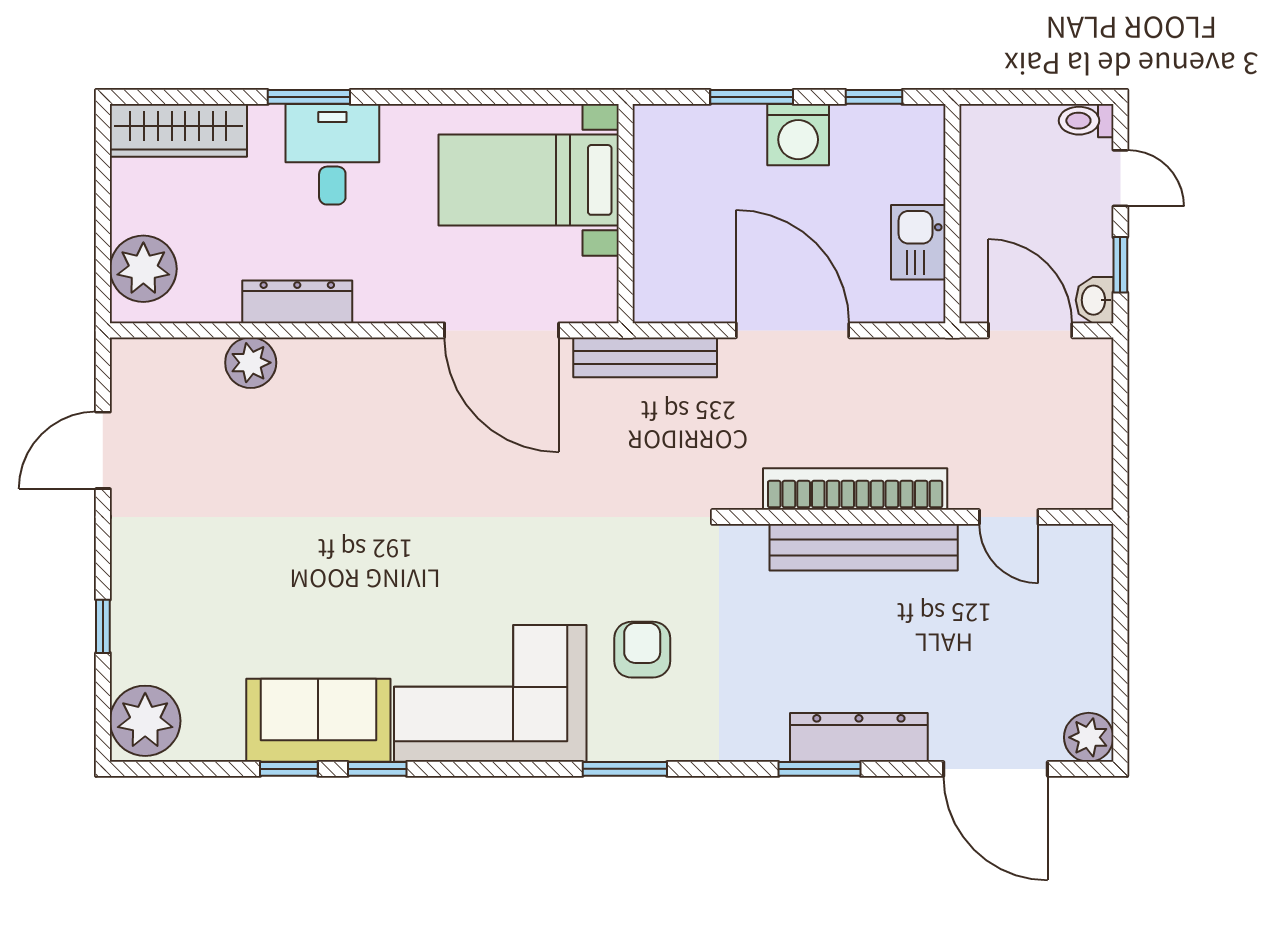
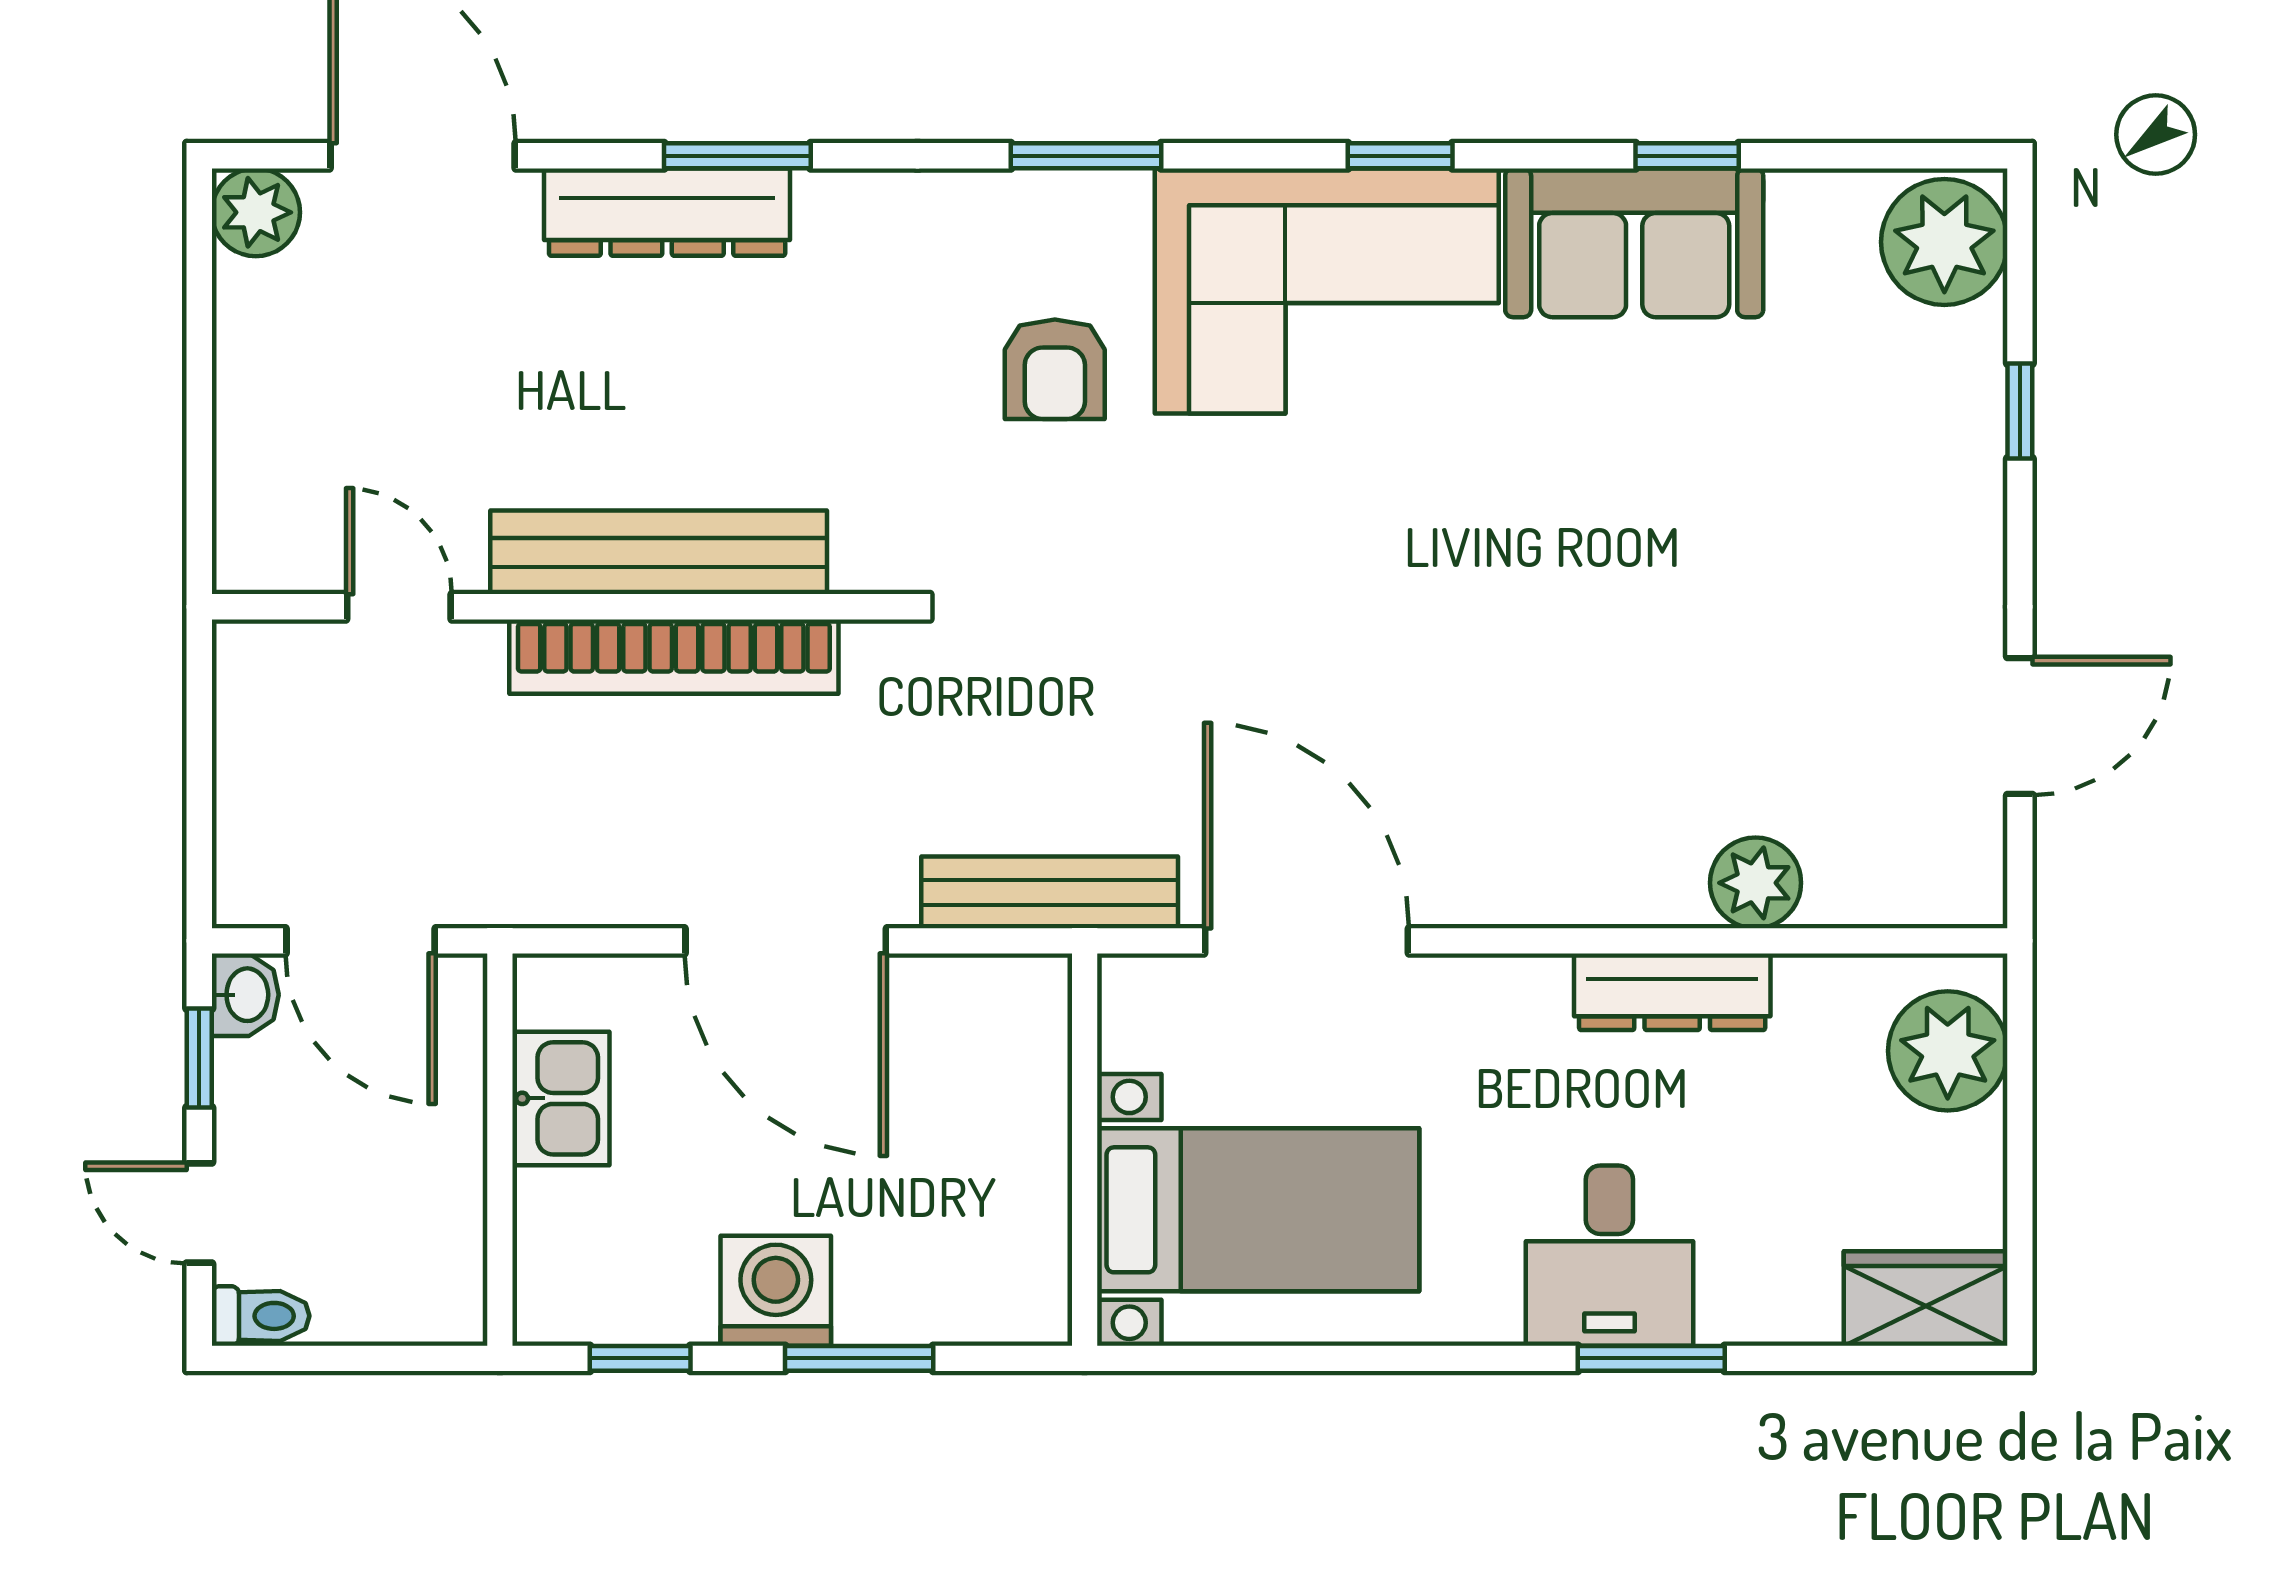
wardrobe: (178, 130) -> (1926, 1298), width x0.67
window: (377, 769) -> (1400, 156), moved

